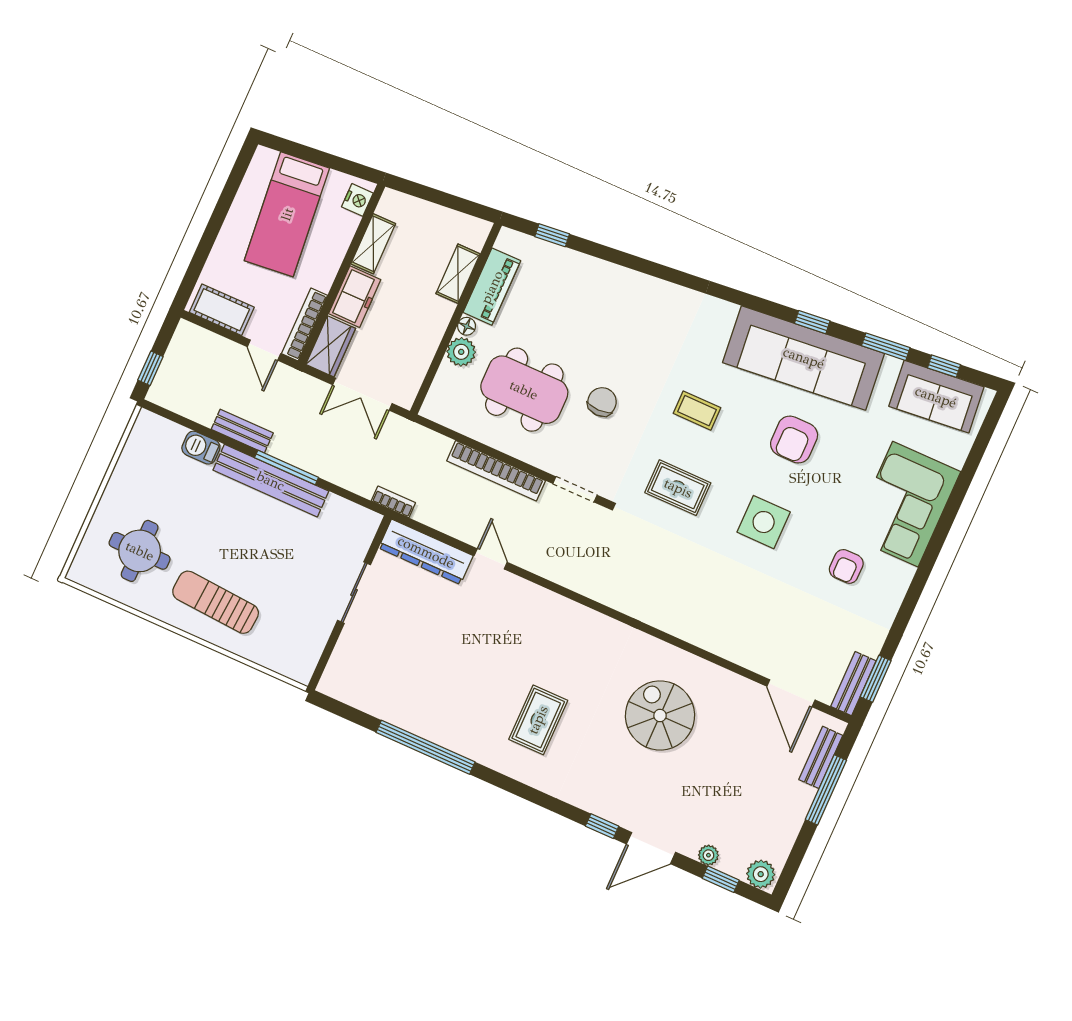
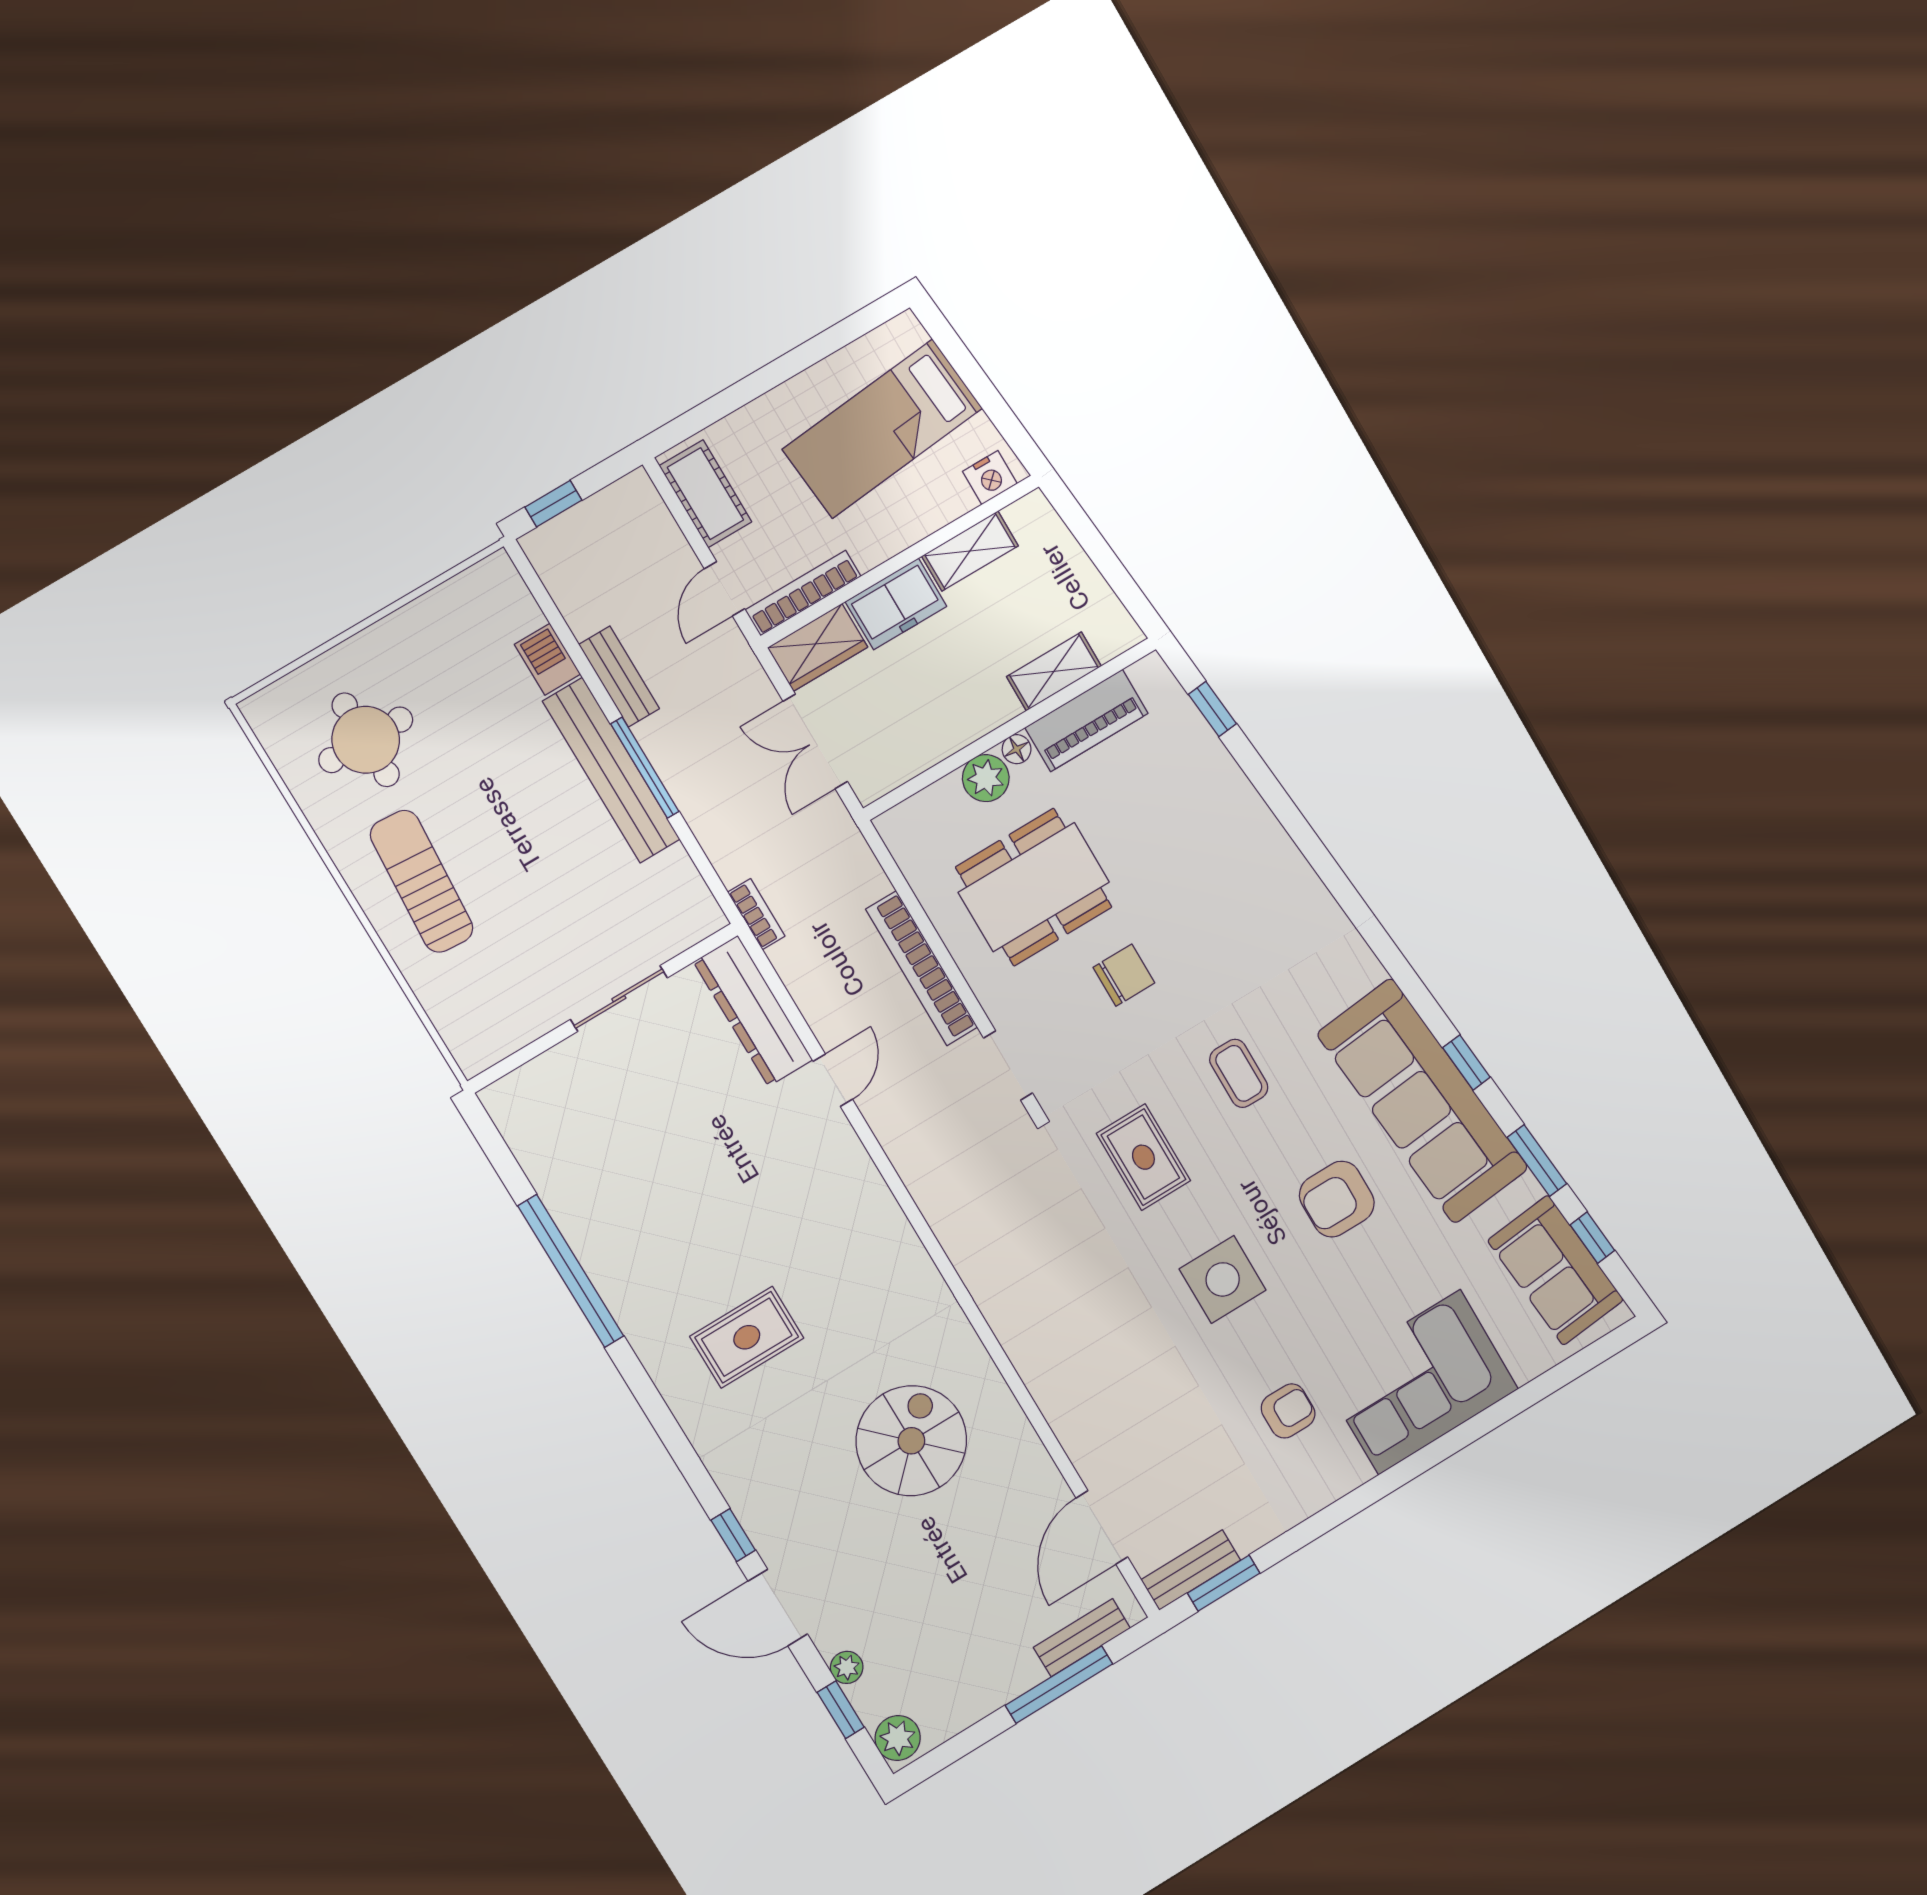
dining table: (524, 390) -> (1034, 887), turned 90
armchair: (846, 566) -> (1288, 1411), turned 180

